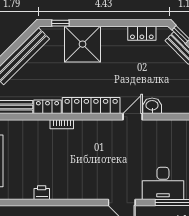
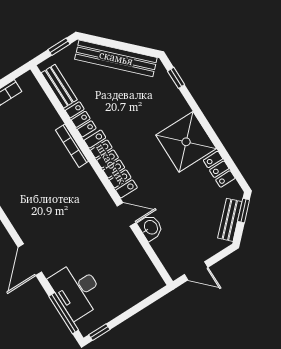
shower: (83, 44) -> (186, 142), moved
bookcase: (62, 124) -> (72, 146), width x1.56

